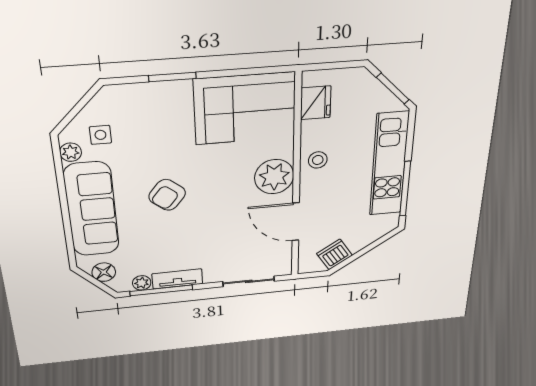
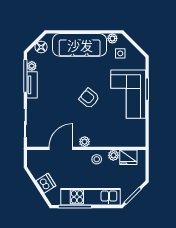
corner sofa: (245, 109) -> (128, 94), moved
plant: (311, 131) -> (113, 155), added
plant: (274, 177) -> (85, 142), width x0.53, depth x0.53
armchair: (167, 195) -> (89, 98), moved
dishwasher: (335, 254) -> (46, 183), moved

